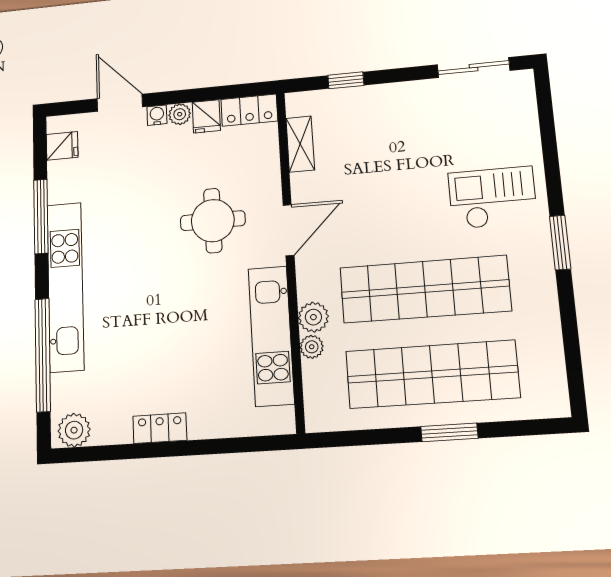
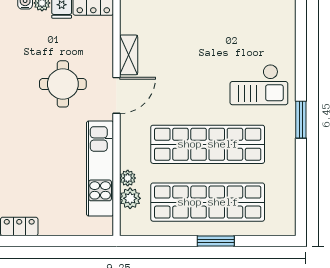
shelving: (300, 144) -> (129, 55), moved
checkout: (492, 198) -> (259, 85), turned 180
plant: (313, 317) -> (130, 198), moved

